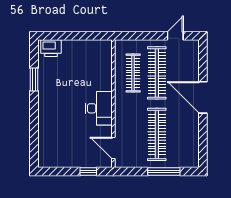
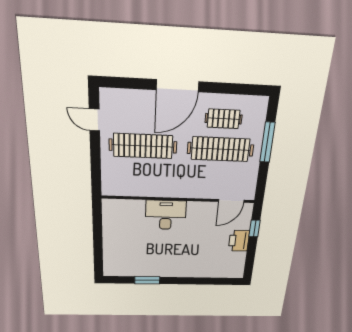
printer: (51, 48) -> (239, 241), moved, turned 180
clothes rail: (133, 73) -> (224, 119), moved, width x0.73
desk: (99, 108) -> (166, 215), moved

